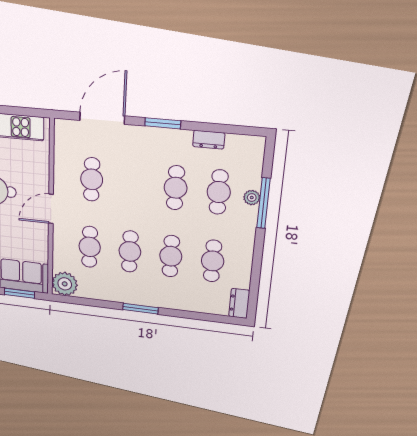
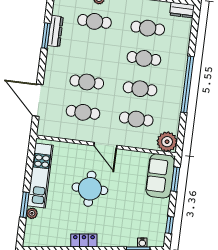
window: (163, 123) -> (46, 36), moved
dresser: (209, 140) -> (55, 31), width x1.44
cafe table: (176, 188) -> (87, 82), moved
window: (140, 309) -> (187, 84), width x2.11

